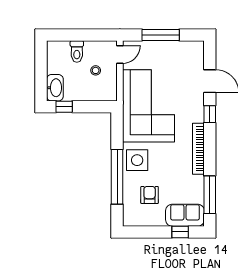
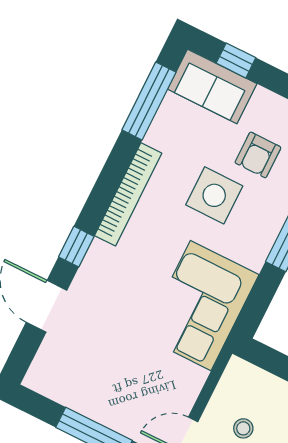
corner sofa: (148, 106) -> (201, 306), width x0.73, depth x0.74
side table: (137, 160) -> (214, 195), moved

